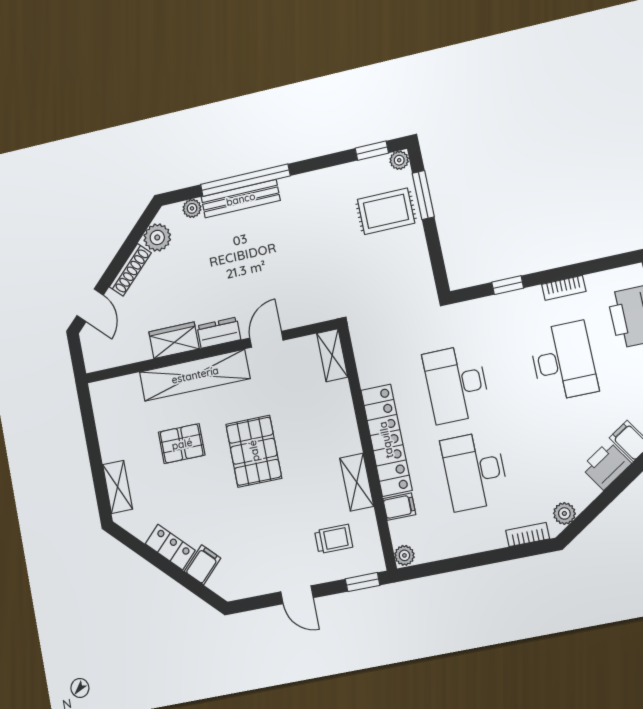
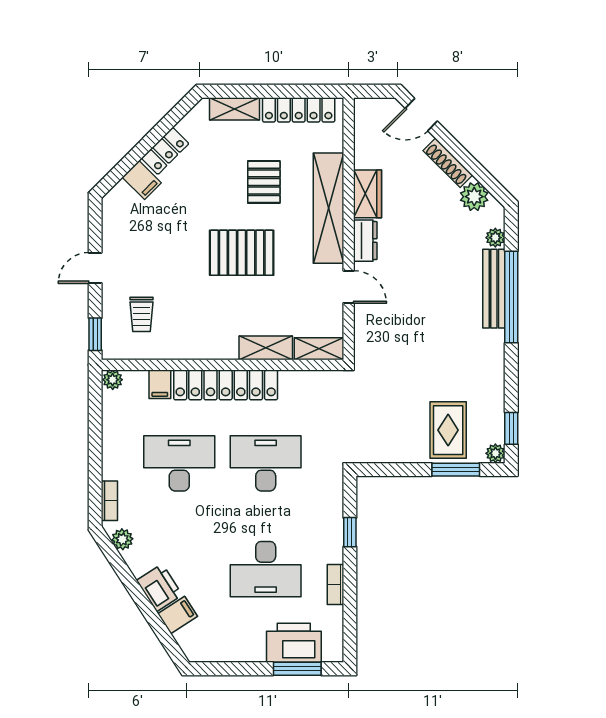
locker: (107, 424) -> (299, 110), added
shelving: (357, 482) -> (266, 348), moved

